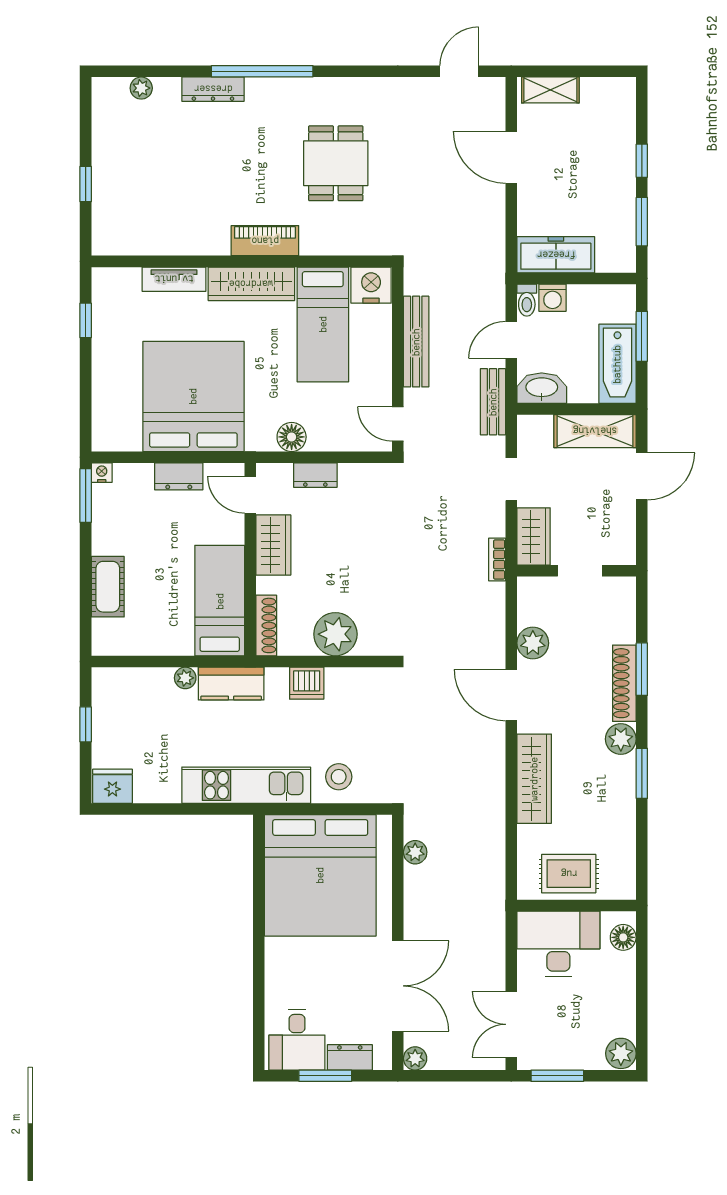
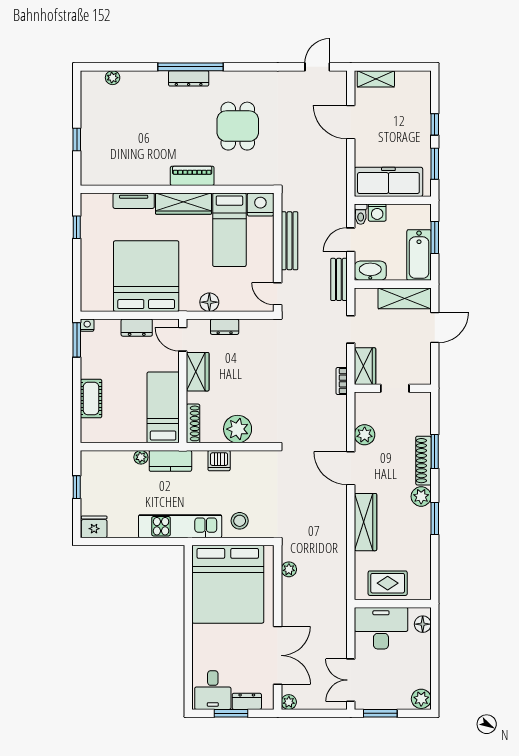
dresser: (213, 89) -> (189, 78), moved
freezer: (556, 255) -> (388, 182), width x1.36, depth x1.26

